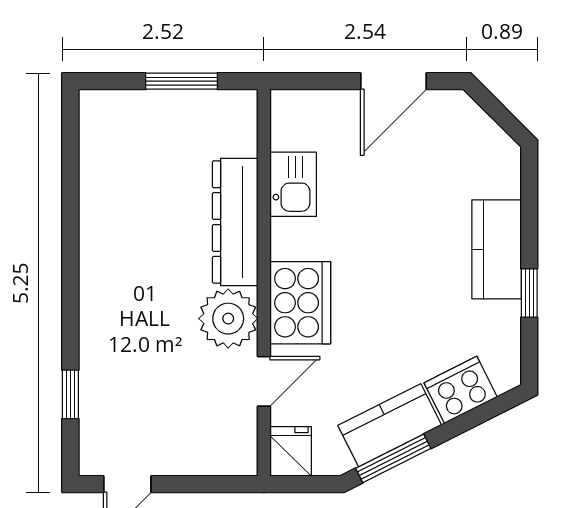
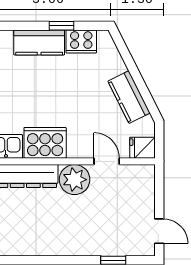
cooker: (300, 303) -> (45, 143), moved
cooker: (461, 390) -> (81, 41), moved, turned -63
window: (393, 458) -> (146, 95), removed

